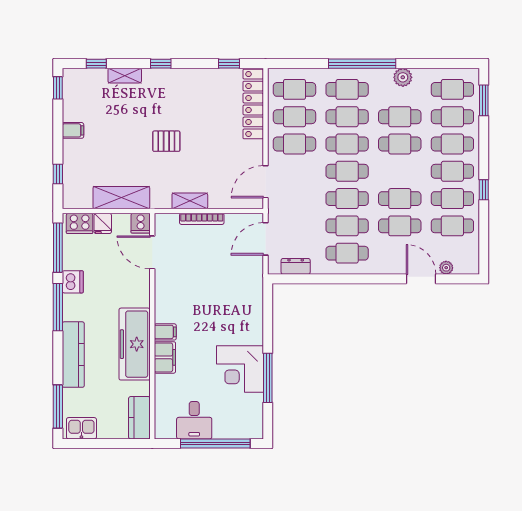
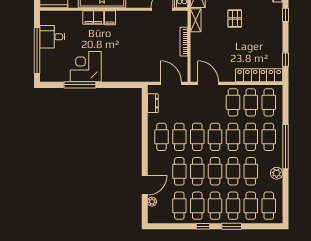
window: (484, 100) -> (232, 226), moved
cafe table: (400, 171) -> (215, 171), added
shelving: (190, 201) -> (196, 20), moved

